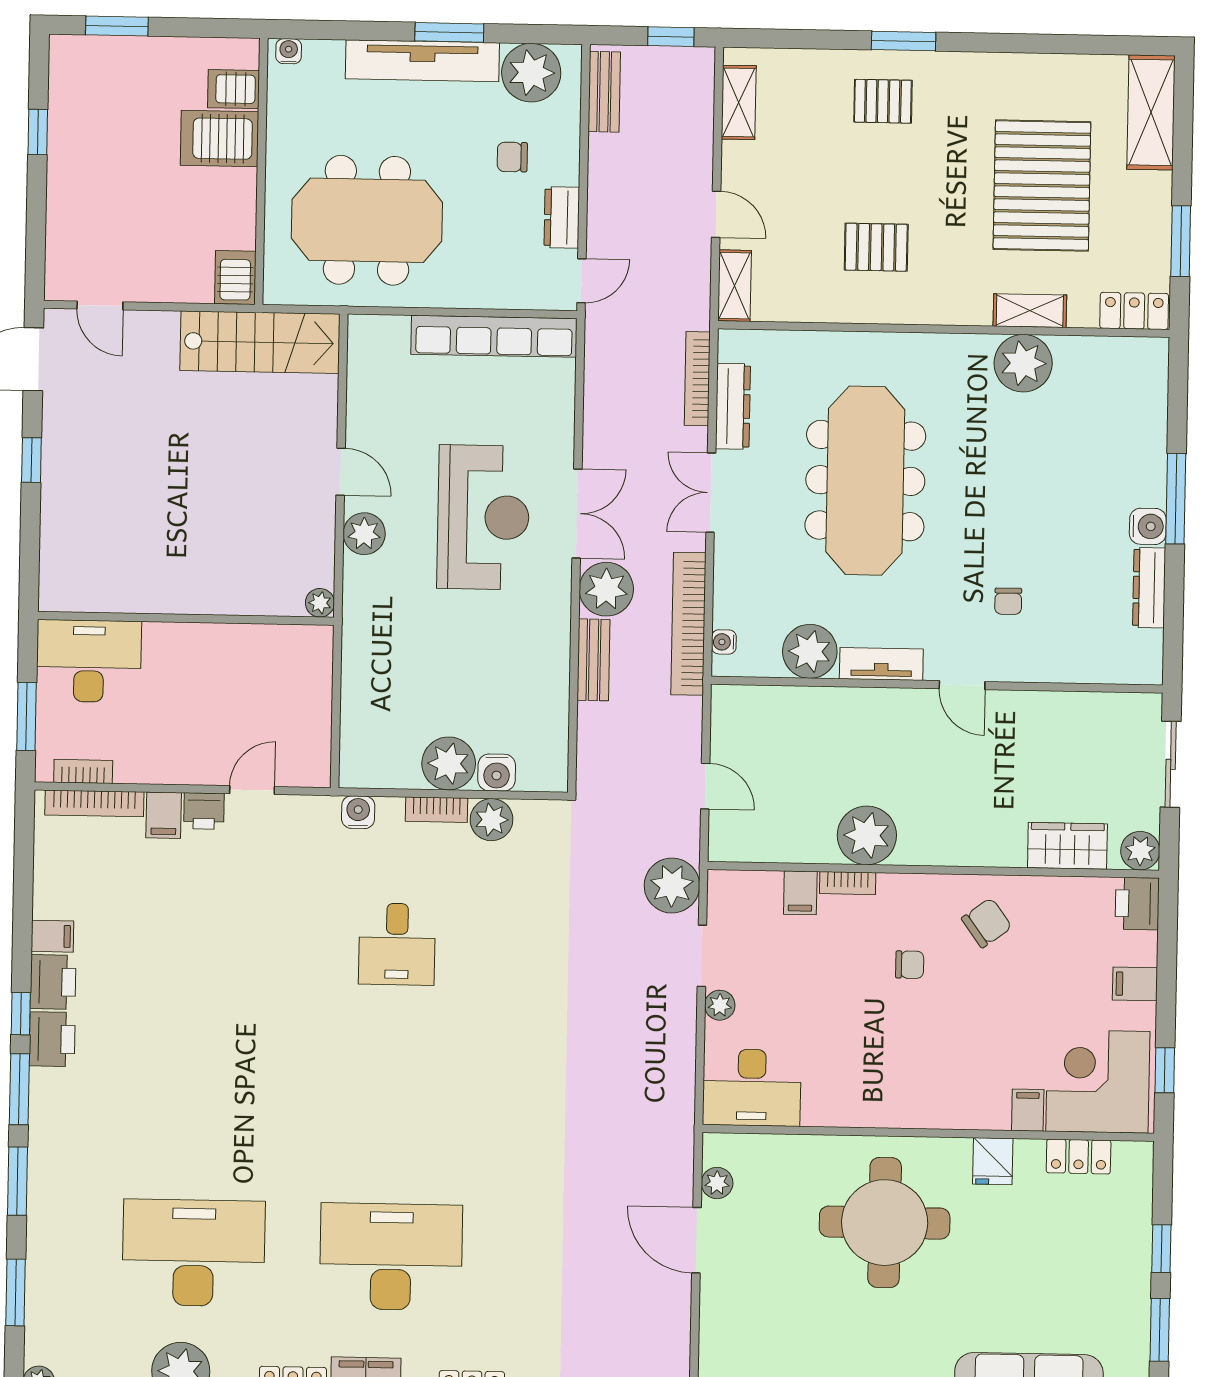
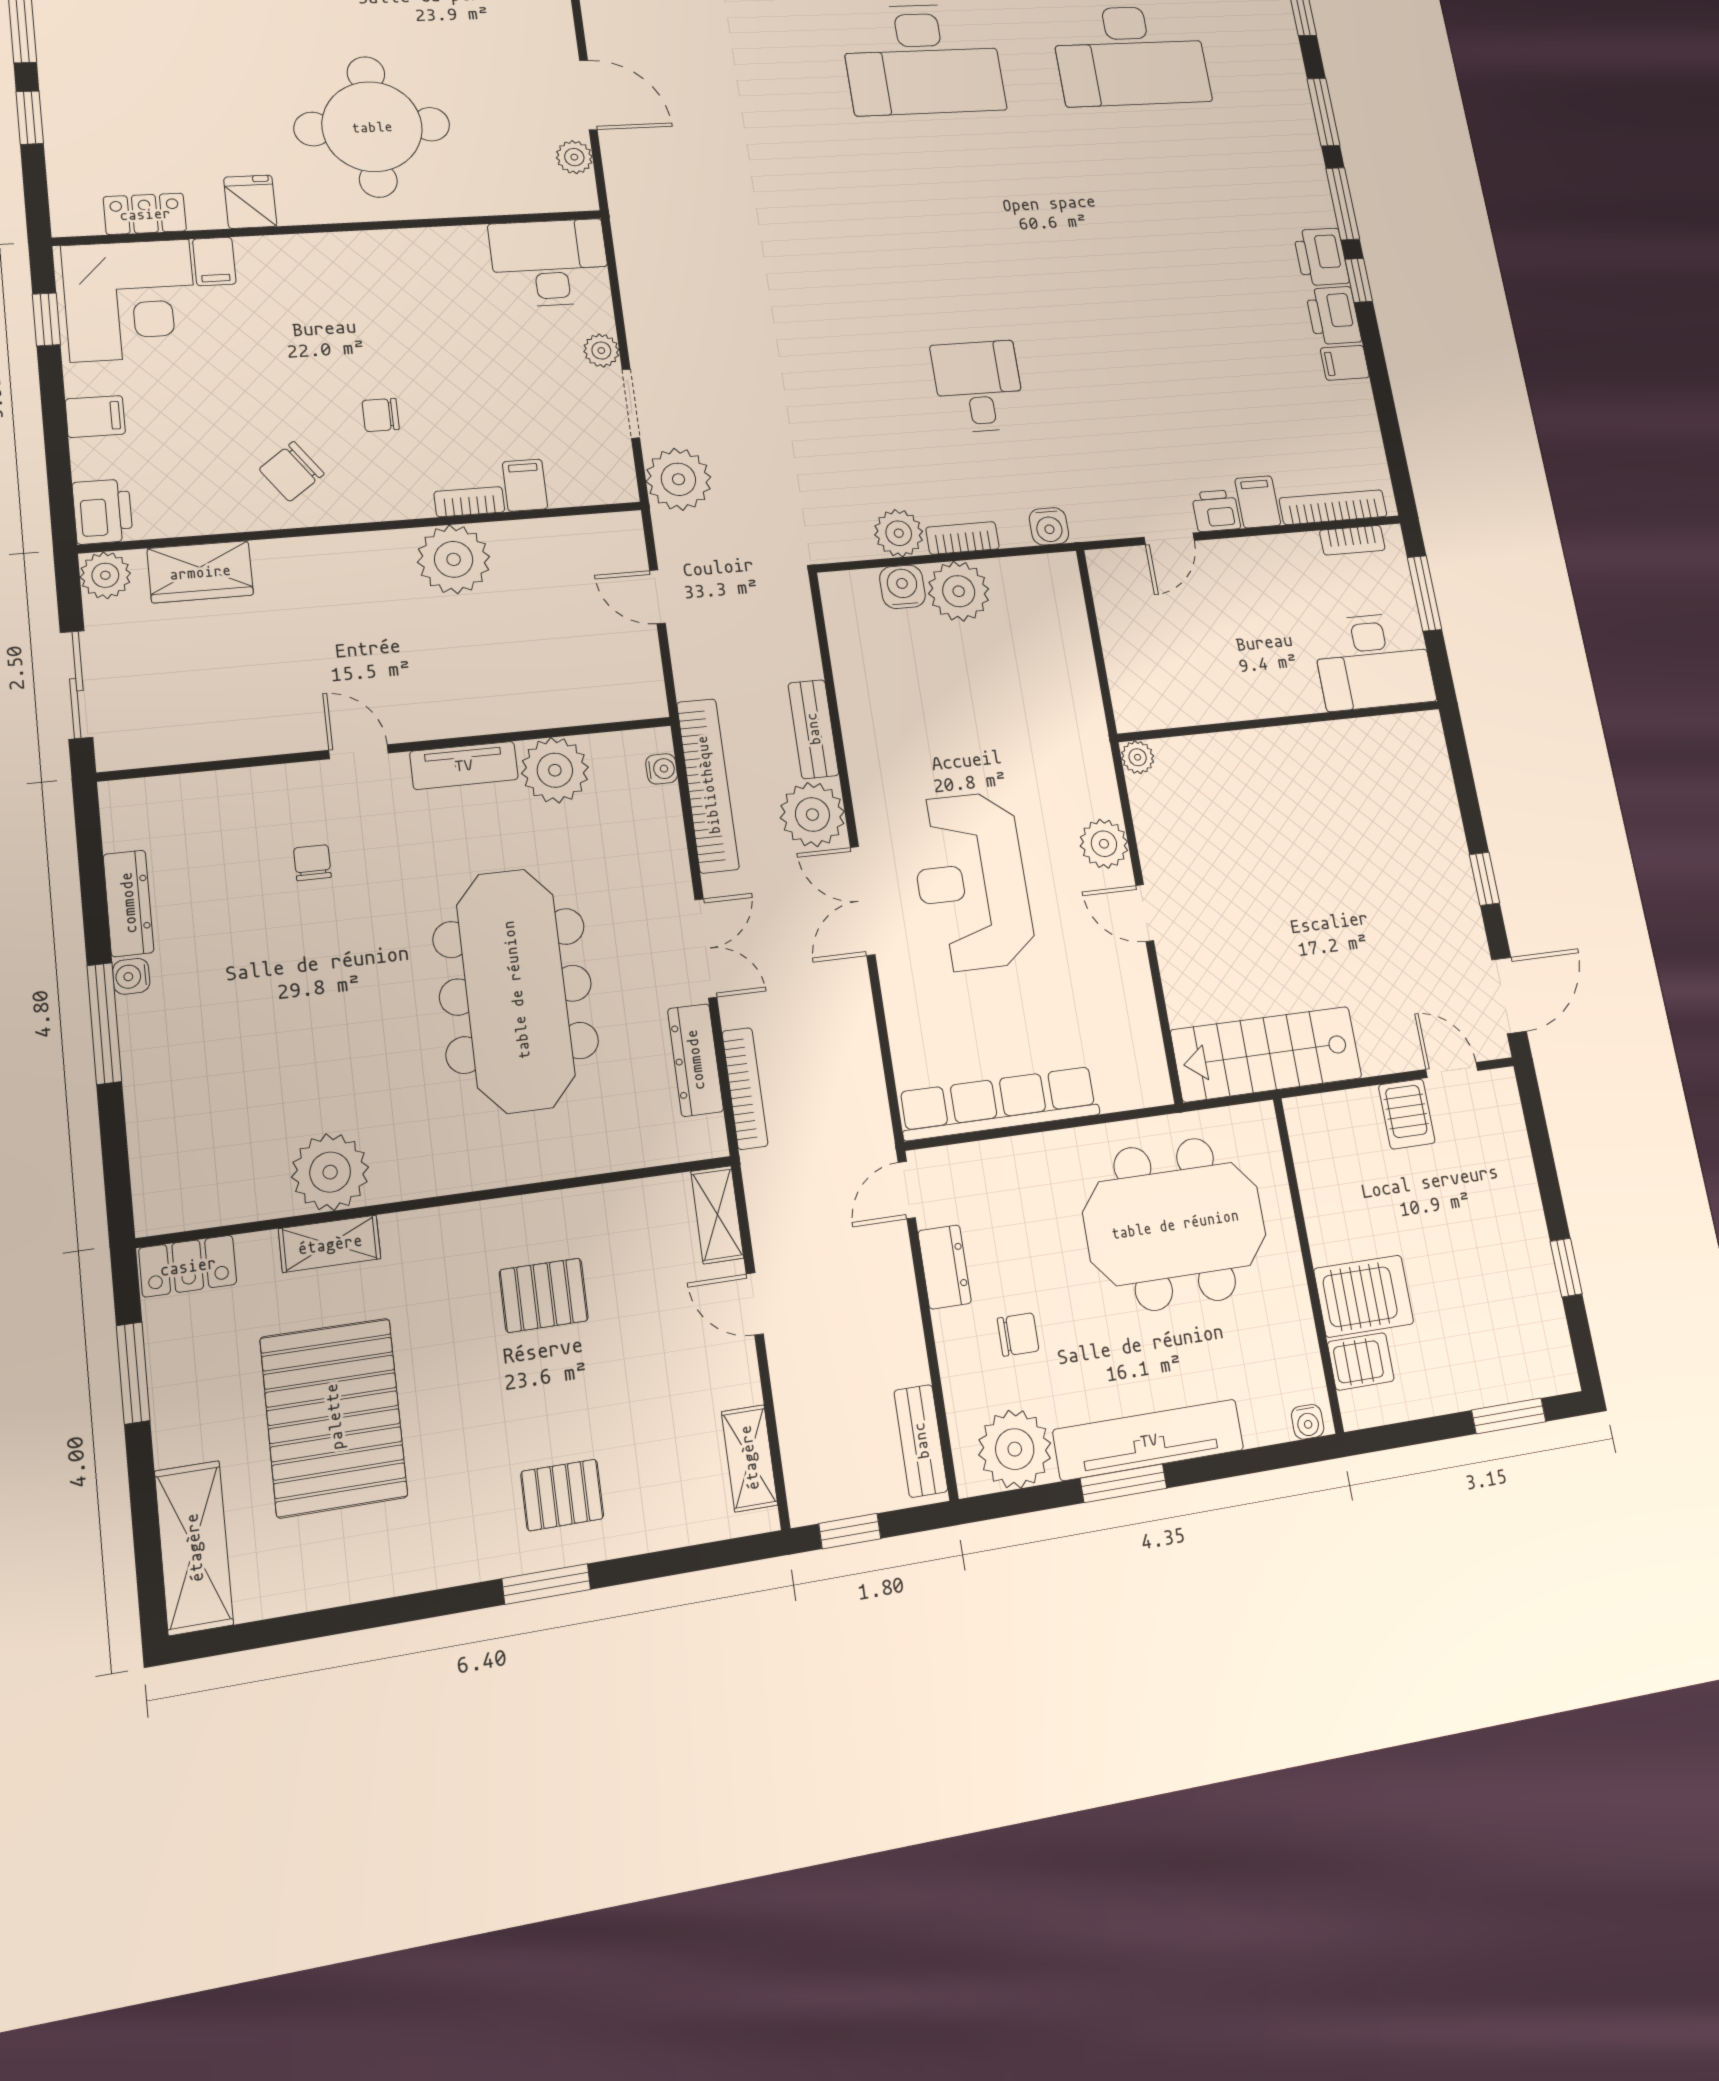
server rack: (235, 278) -> (1407, 1114), moved
water cooler: (1148, 526) -> (131, 976), width x0.72, depth x0.72

